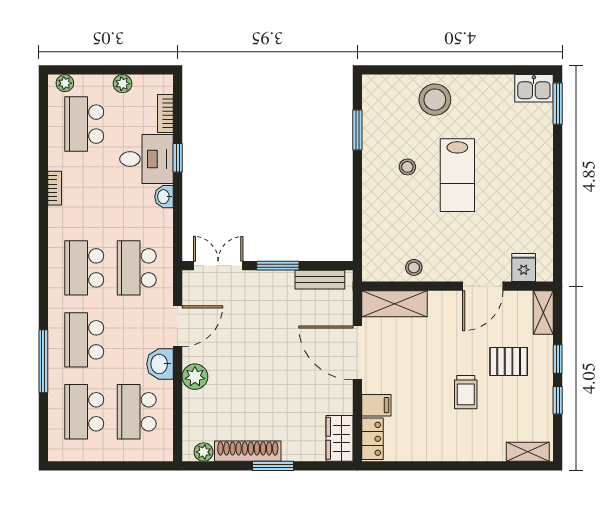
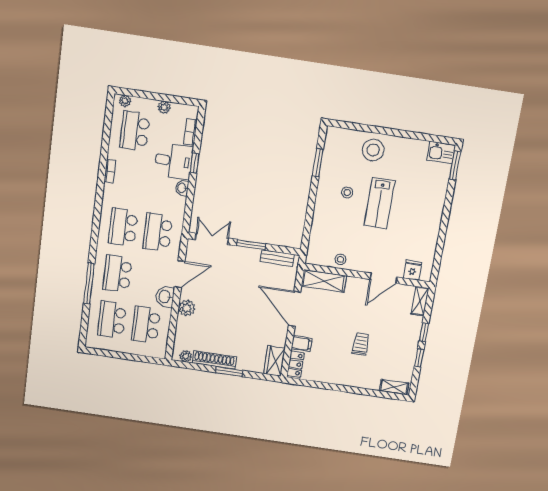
pallet: (509, 362) -> (392, 329), removed
trolley: (466, 392) -> (361, 344), turned 180

